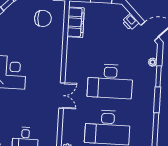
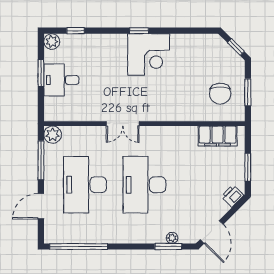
printer: (130, 22) -> (232, 196), moved
window: (158, 76) -> (168, 246), moved

